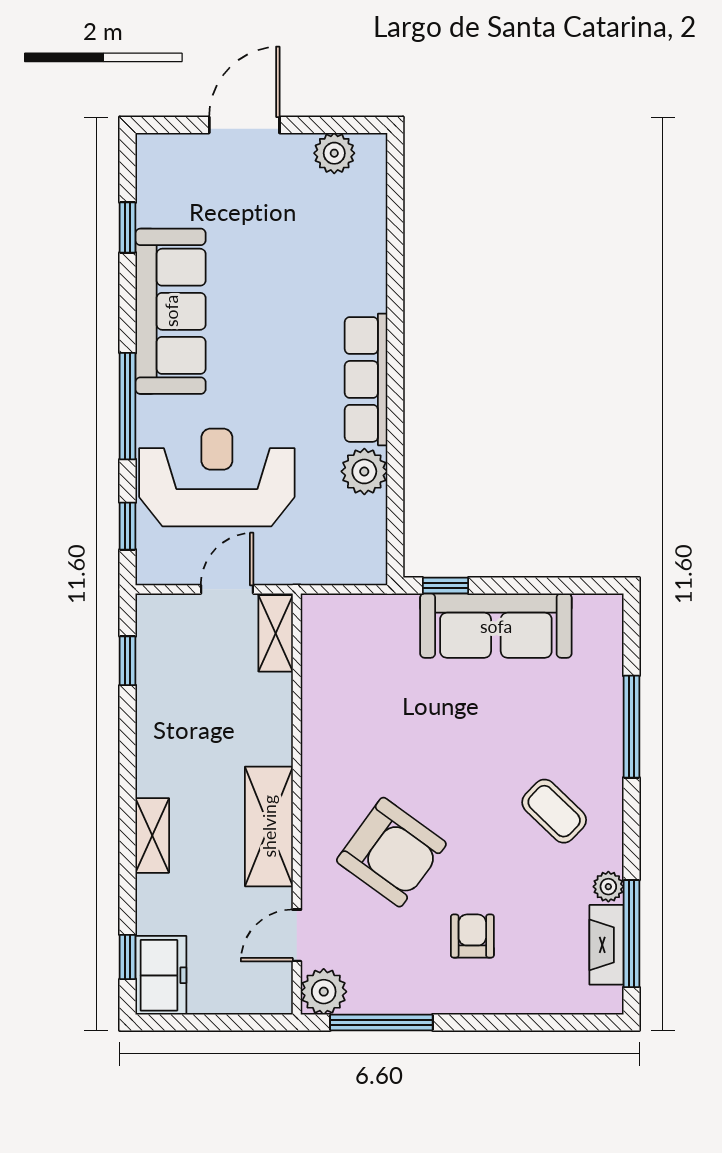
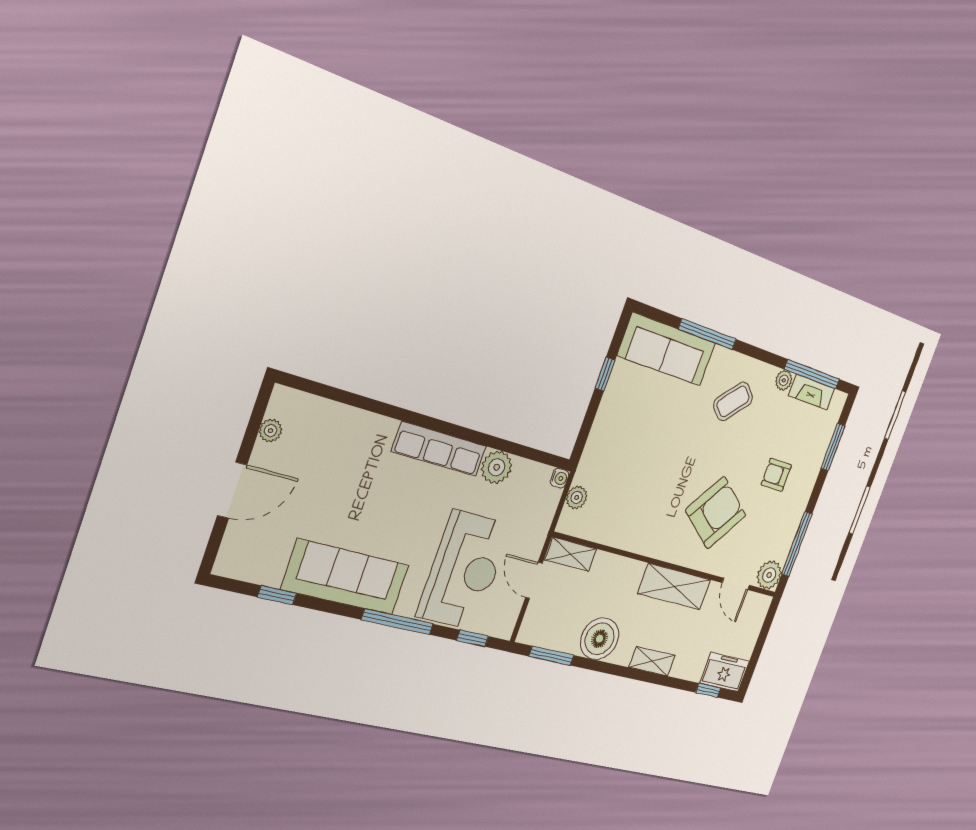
door: (244, 125) -> (232, 490), swing flipped
plant: (334, 153) -> (271, 431), width x0.73, depth x0.73
reception desk: (217, 478) -> (464, 570), turned 180
water cooler: (374, 573) -> (560, 478), added
window: (446, 585) -> (605, 374), moved
plant: (355, 610) -> (577, 498), added
sofa: (496, 626) -> (667, 349), moved, turned 90
window: (128, 661) -> (551, 656), width x1.50
boiler: (167, 730) -> (600, 639), added
window: (540, 1022) -> (833, 447), added

